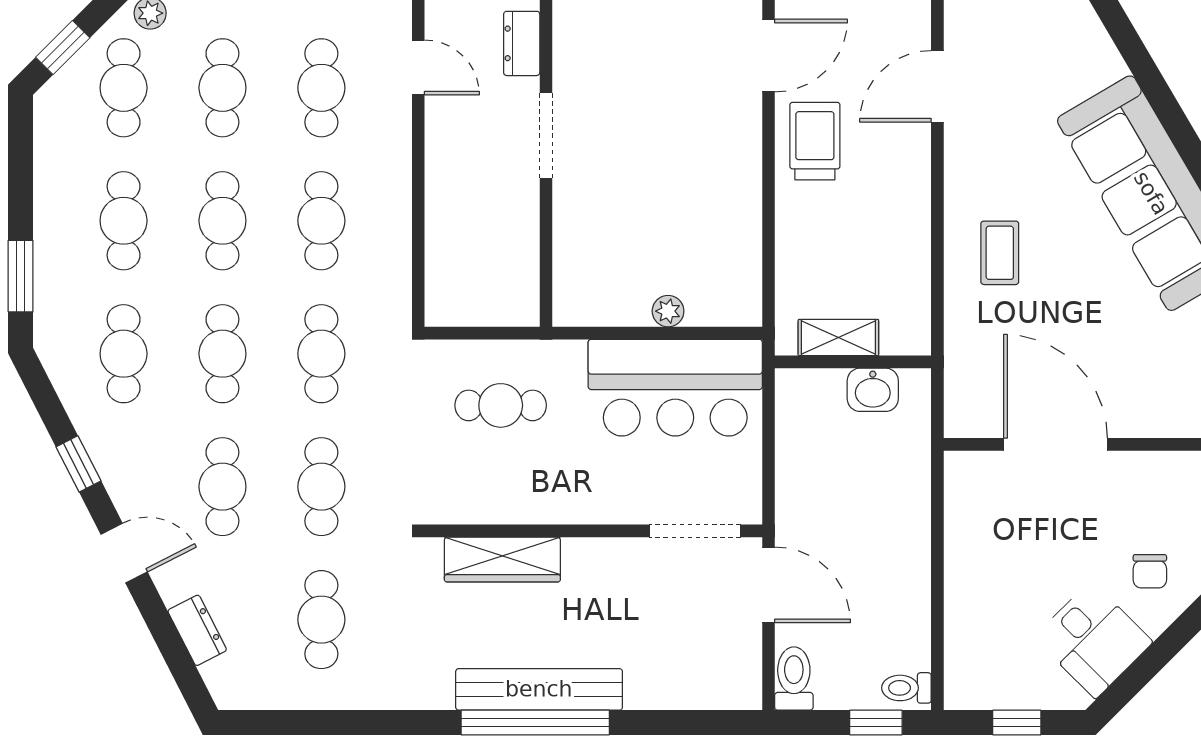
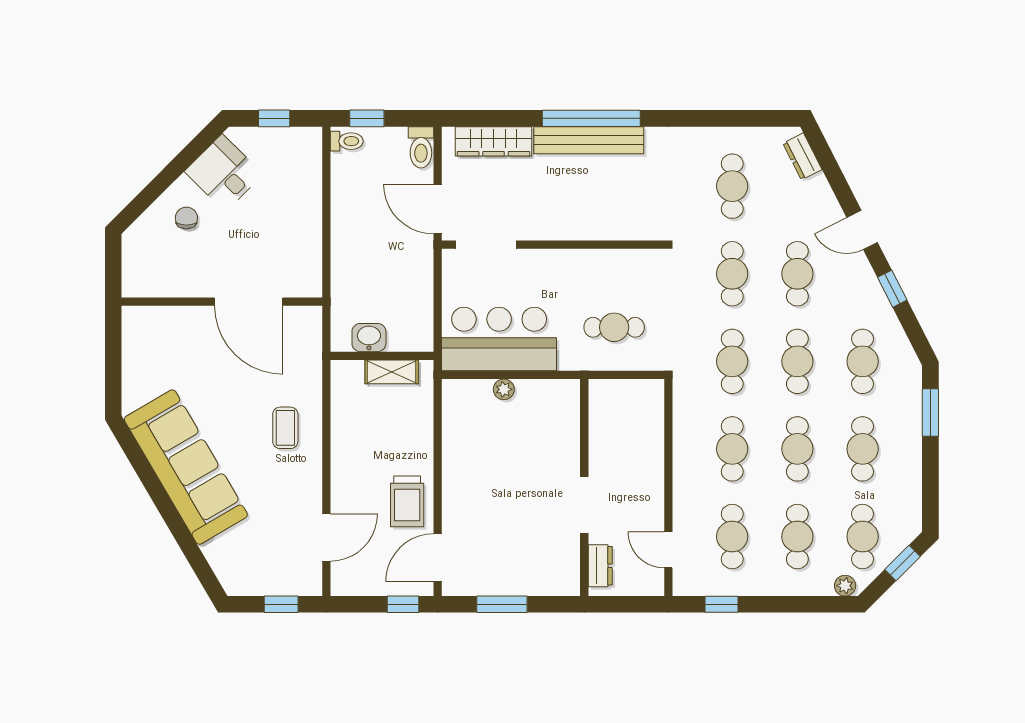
wardrobe: (502, 559) -> (494, 141), moved, turned 180
dresser: (197, 630) -> (802, 156), moved

